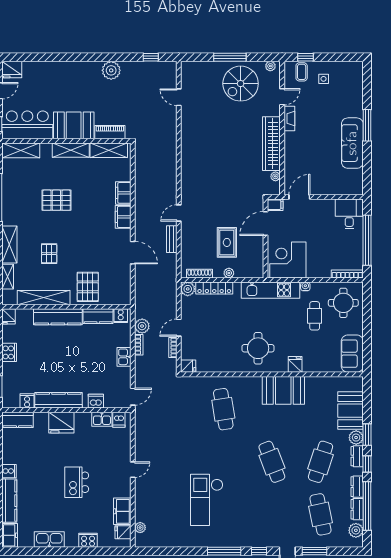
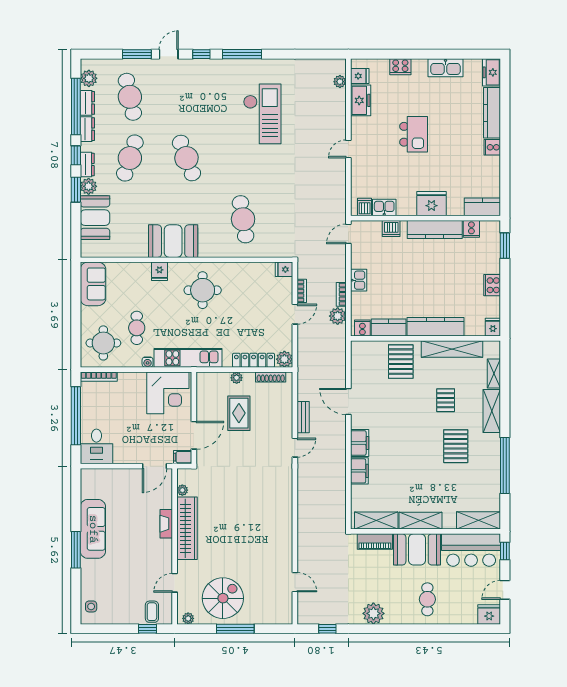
side table: (324, 79) -> (91, 606), moved
cafe table: (65, 83) -> (427, 599), added
fireplace: (289, 118) -> (166, 524), moved
pallet: (56, 200) -> (456, 446), moved, turned 90

